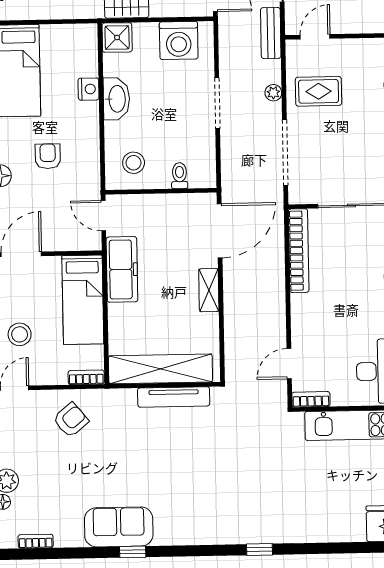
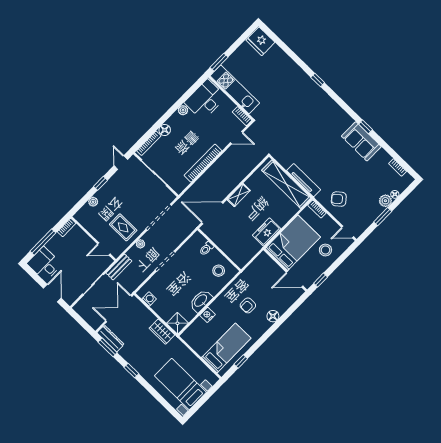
washing machine: (179, 40) -> (149, 299), width x0.53, depth x0.53
door: (103, 216) -> (250, 262), removed
bookcase: (299, 251) -> (203, 163), moved
freezer: (122, 269) -> (267, 232), width x0.71
bed: (83, 300) -> (293, 243), width x1.50
tv unit: (174, 397) -> (304, 180), moved

